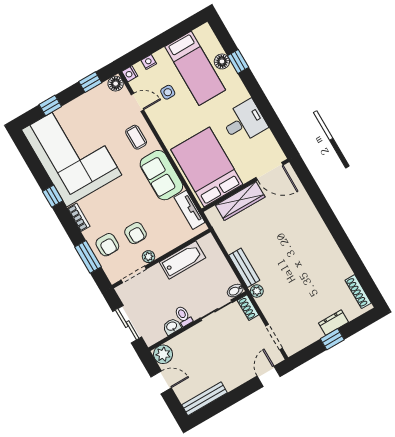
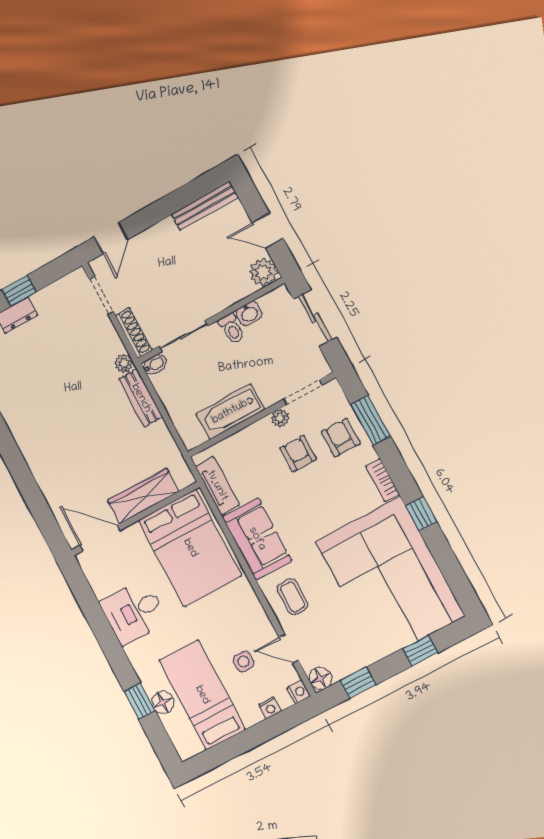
shoe rack: (248, 308) -> (134, 333), width x1.43

